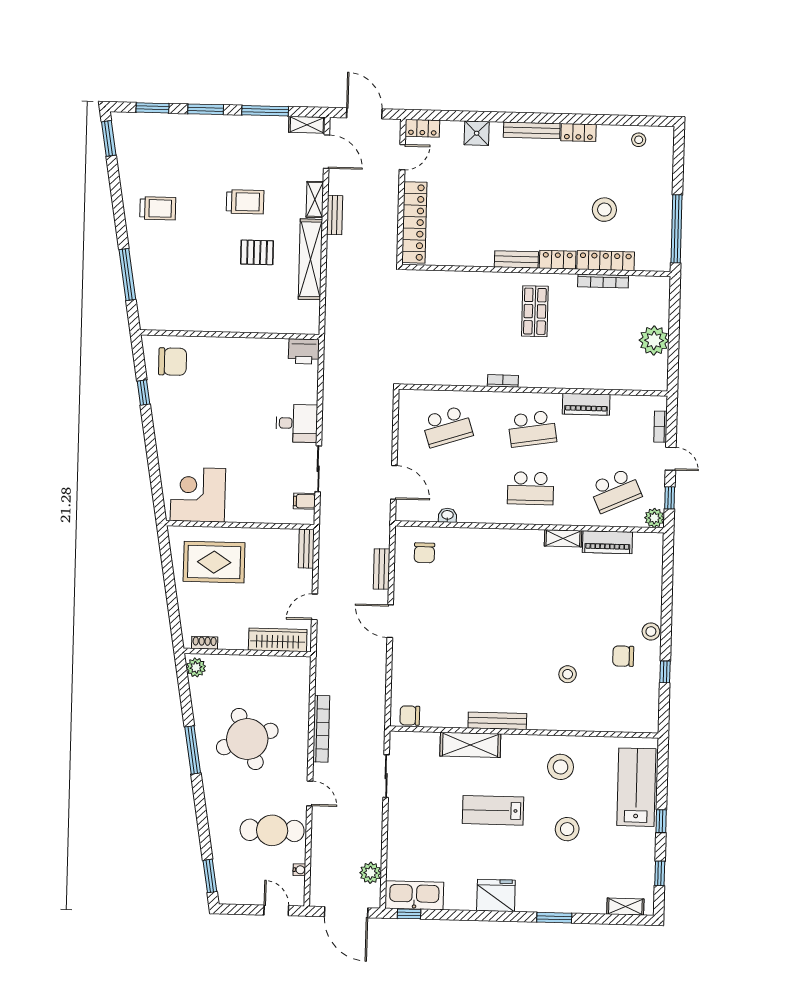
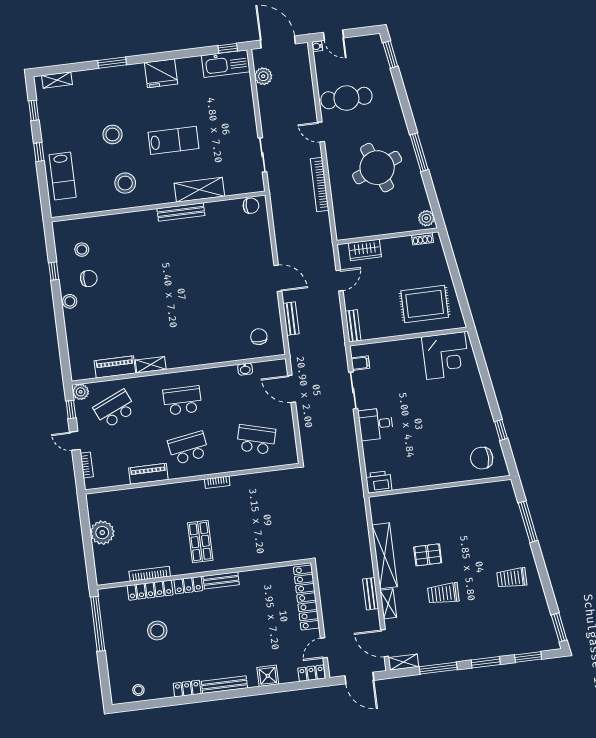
school desk: (447, 426) -> (256, 440), turned 33
wardrobe: (278, 640) -> (365, 250), width x0.67
stool: (568, 674) -> (82, 250), moved
lab bench: (636, 787) -> (63, 176), width x0.73, depth x0.72
water cooler: (299, 870) -> (317, 46), moved

